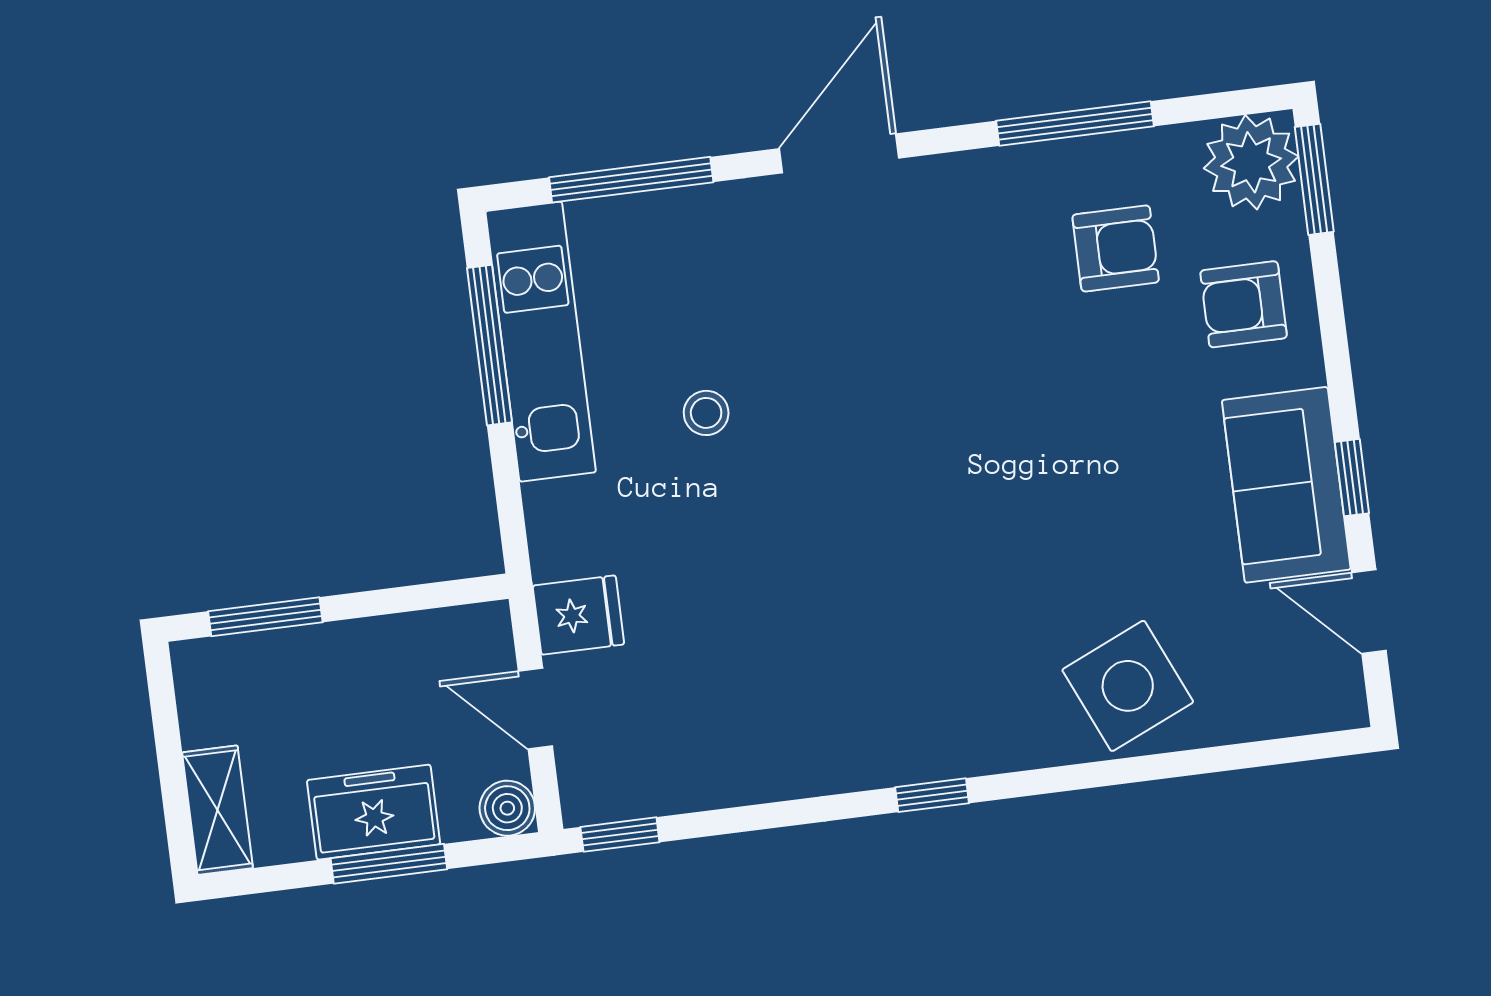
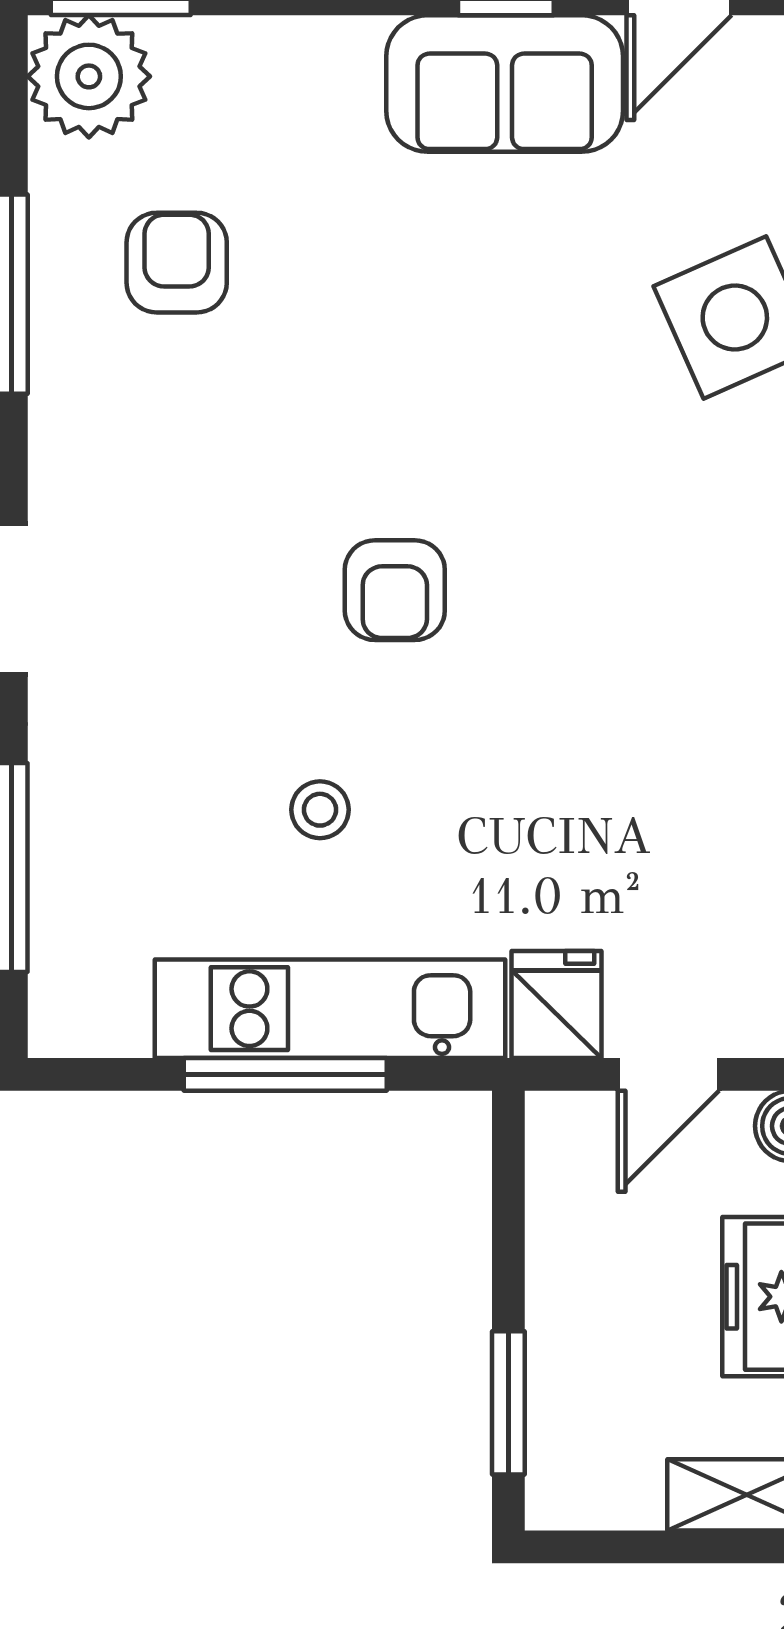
armchair: (1244, 304) -> (395, 590), moved
kitchen unit: (541, 342) -> (330, 1009), moved
window: (489, 345) -> (285, 1074), moved

